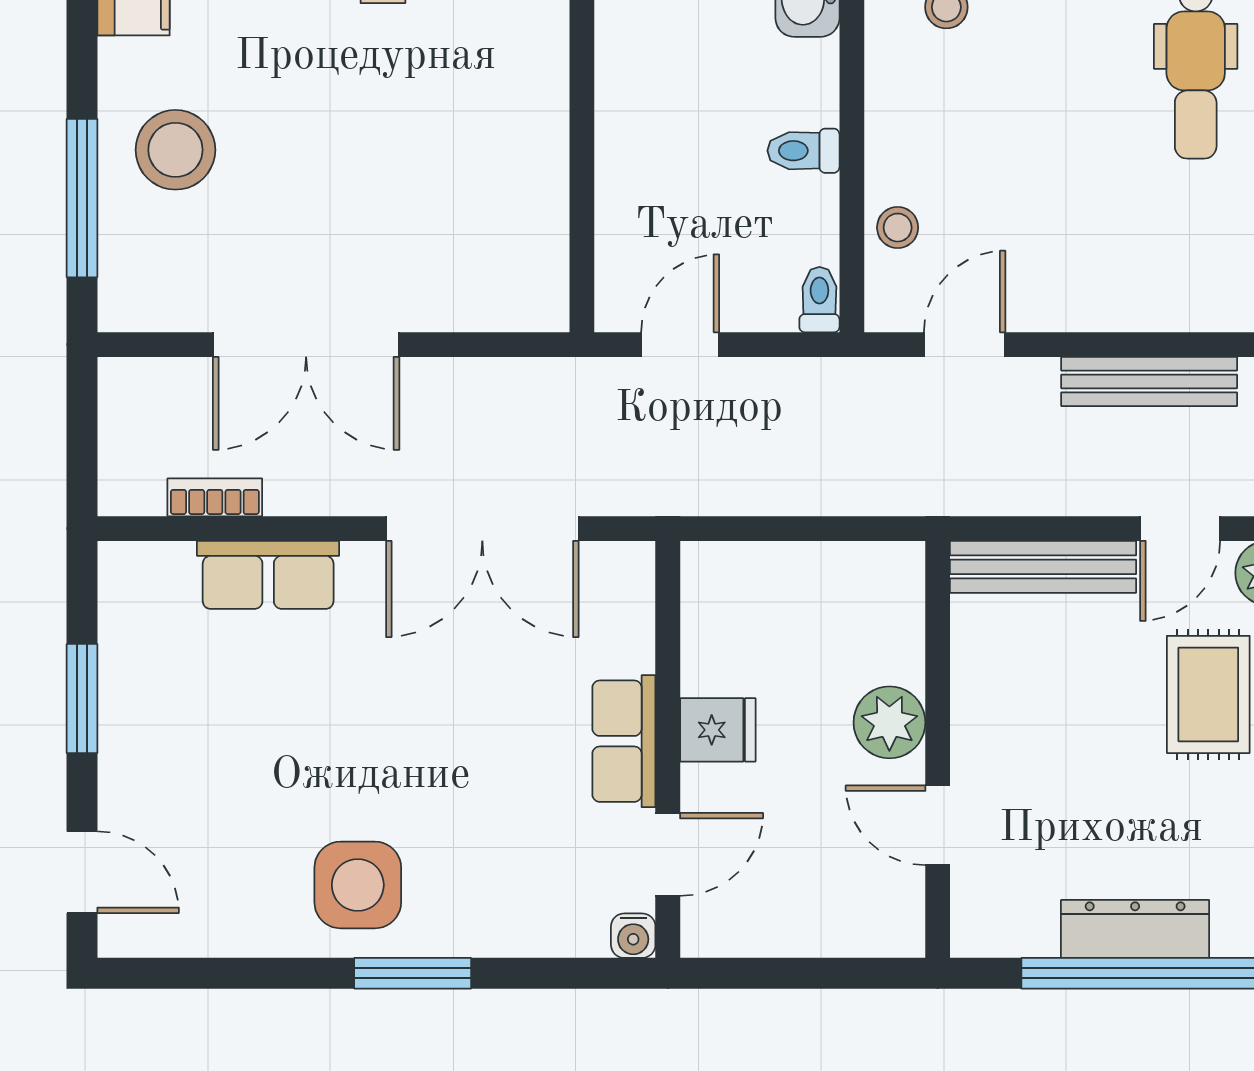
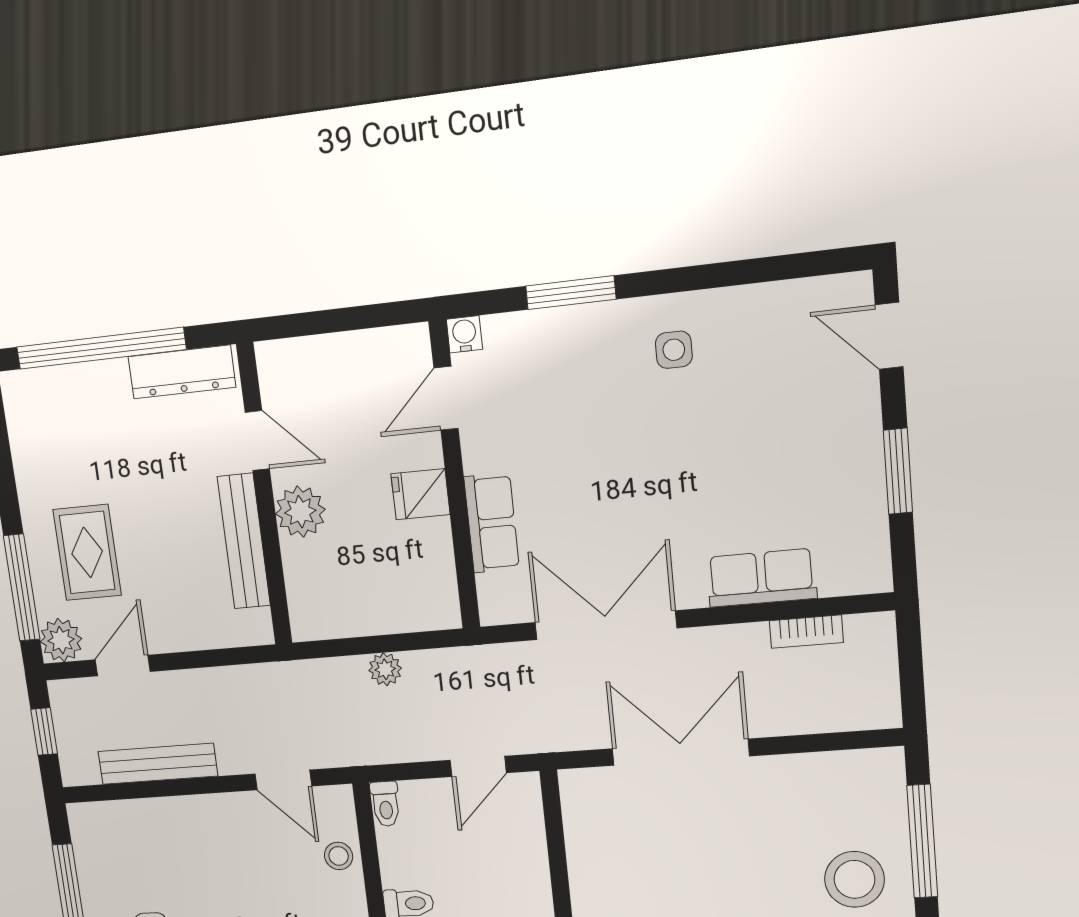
double door: (306, 345) -> (681, 752), moved
door: (965, 345) -> (283, 780), hinge flipped
plant: (796, 493) -> (385, 669), added
bench: (1043, 567) -> (244, 541), moved, turned 90
row of seats: (624, 741) -> (492, 523), moved
side table: (358, 885) -> (674, 350), width x0.54, depth x0.54
dresser: (1135, 929) -> (182, 372), moved
window: (413, 973) -> (571, 293), moved

